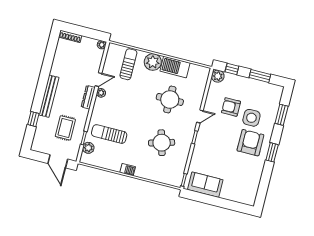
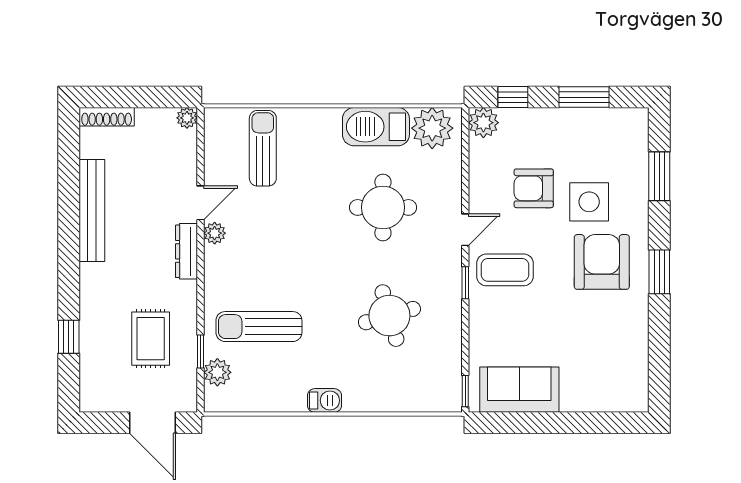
plant: (153, 62) -> (432, 128), moved
bench: (49, 96) -> (92, 210), moved
coffee table: (212, 136) -> (505, 270), added

